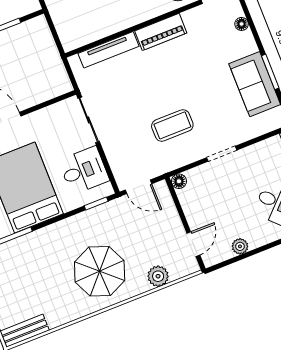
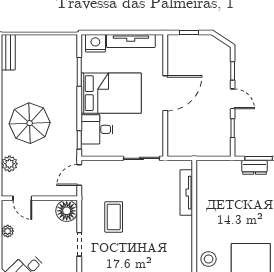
piano: (161, 32) -> (184, 235), removed
desk: (84, 170) -> (97, 129), moved, turned 90
floor lamp: (179, 181) -> (67, 211), width x1.89, depth x1.89

